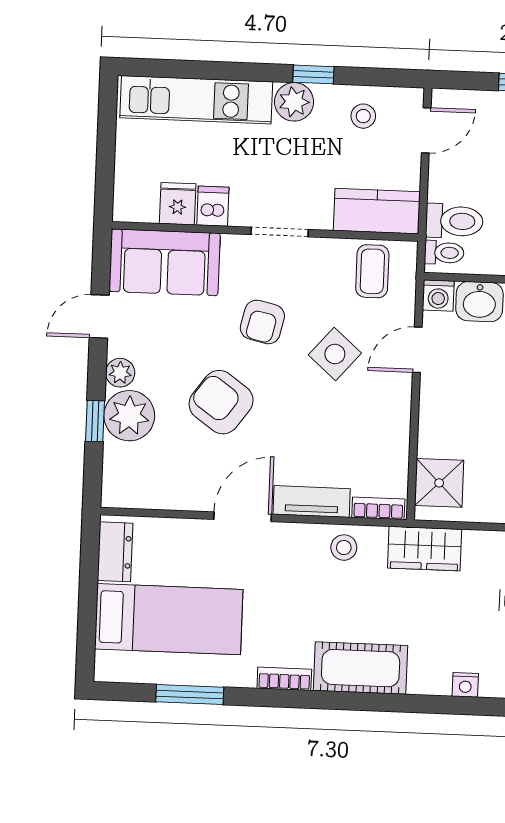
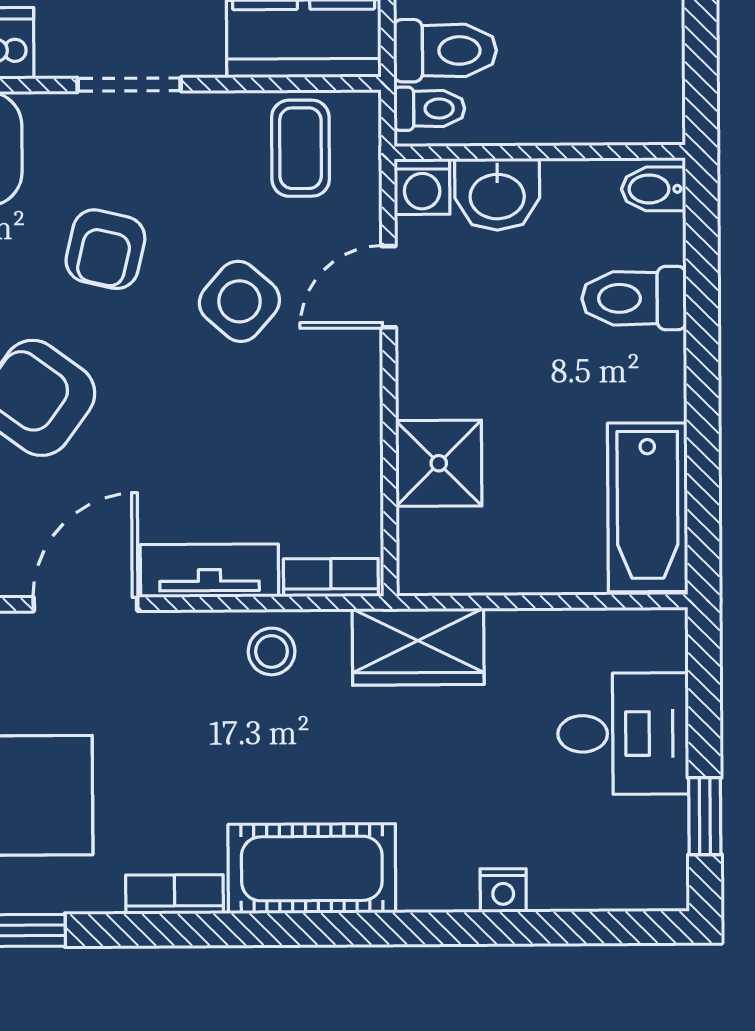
shower: (439, 483) -> (439, 463), moved

